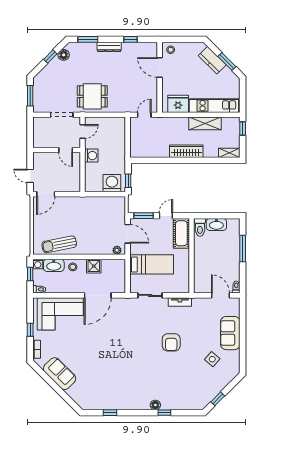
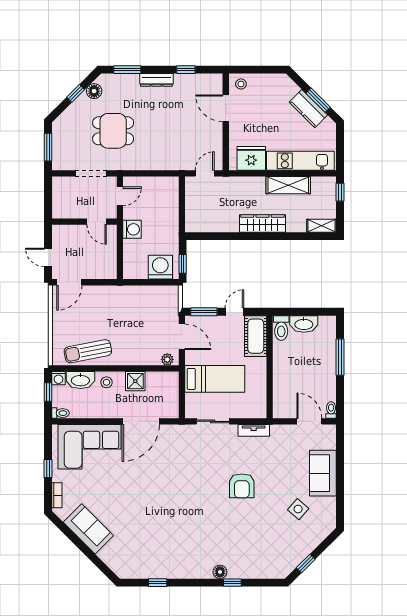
kitchen counter: (212, 60) -> (308, 109), moved
dining table: (92, 96) -> (113, 131), moved

